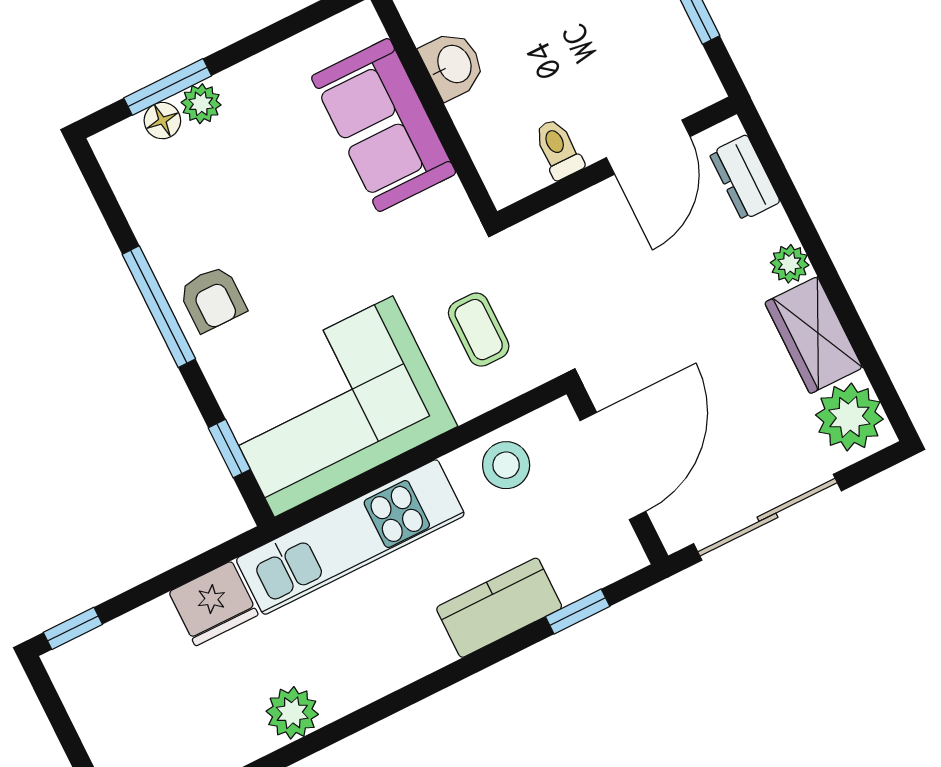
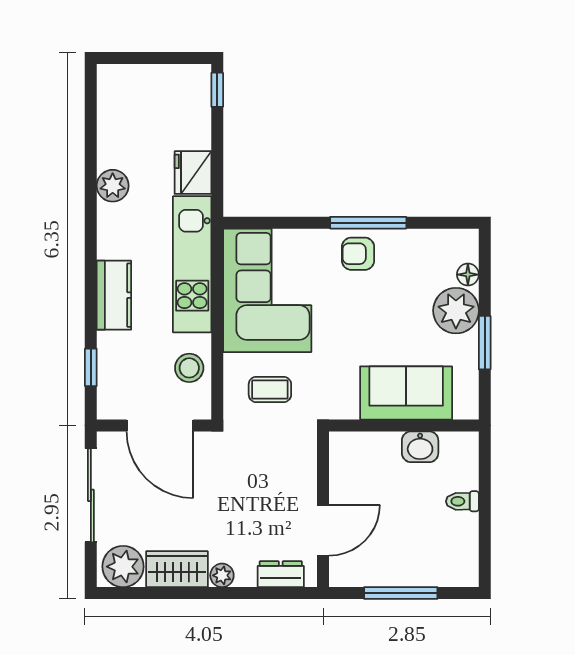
window: (168, 87) -> (485, 343), moved
plant: (201, 104) -> (456, 311), width x1.88, depth x1.88
door: (648, 147) -> (323, 530), swing flipped
toilet: (558, 149) -> (346, 481), removed
window: (229, 449) -> (272, 223), removed
kitchen counter: (499, 608) -> (114, 295), moved

